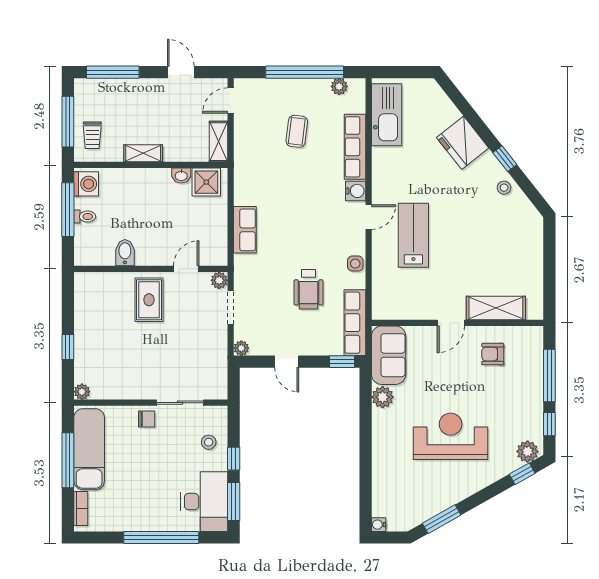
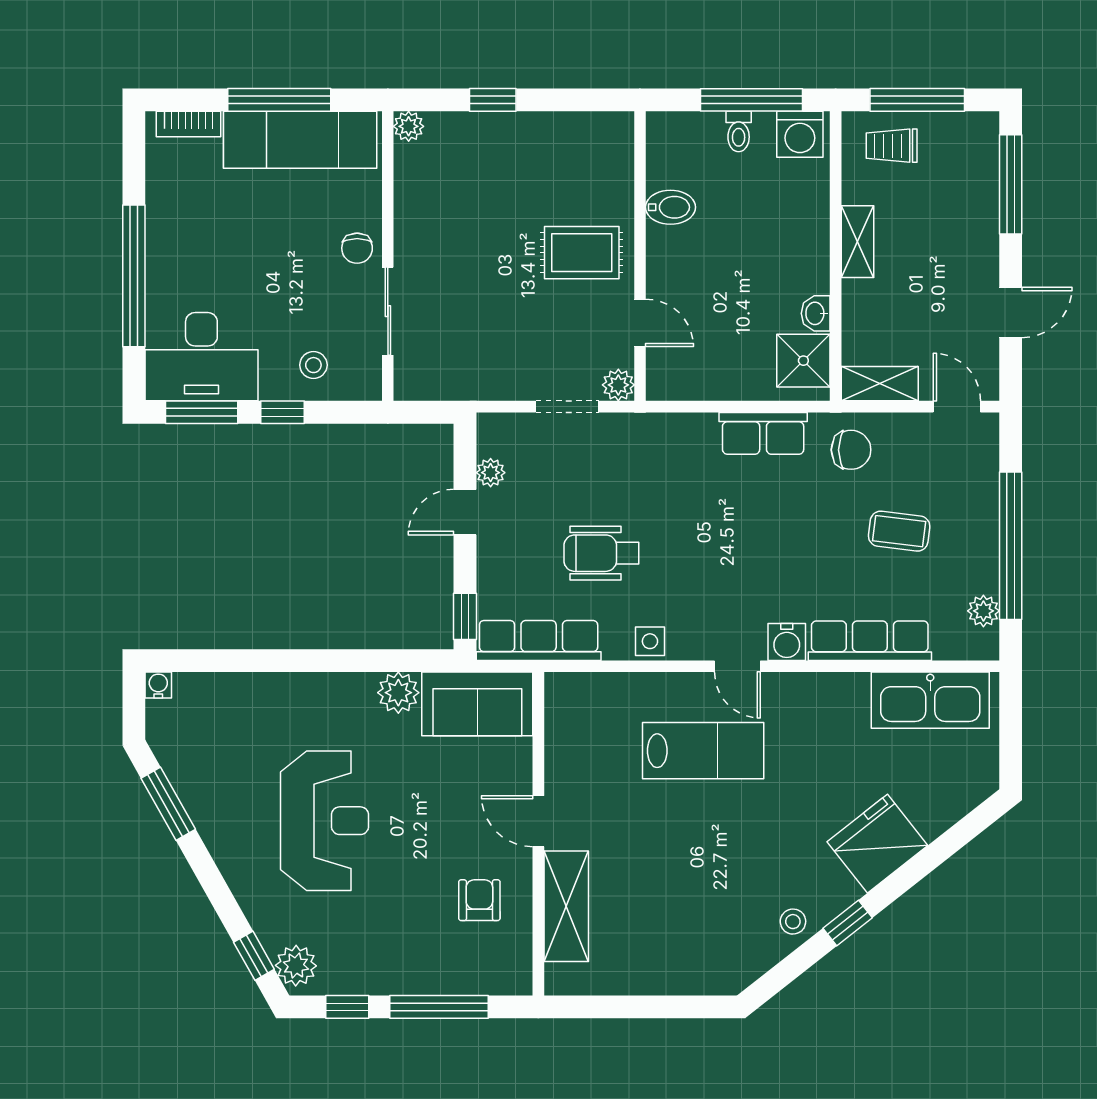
chair: (254, 157) -> (851, 450), added
row of seats: (245, 230) -> (763, 433), moved
plant: (241, 348) -> (491, 473), moved

